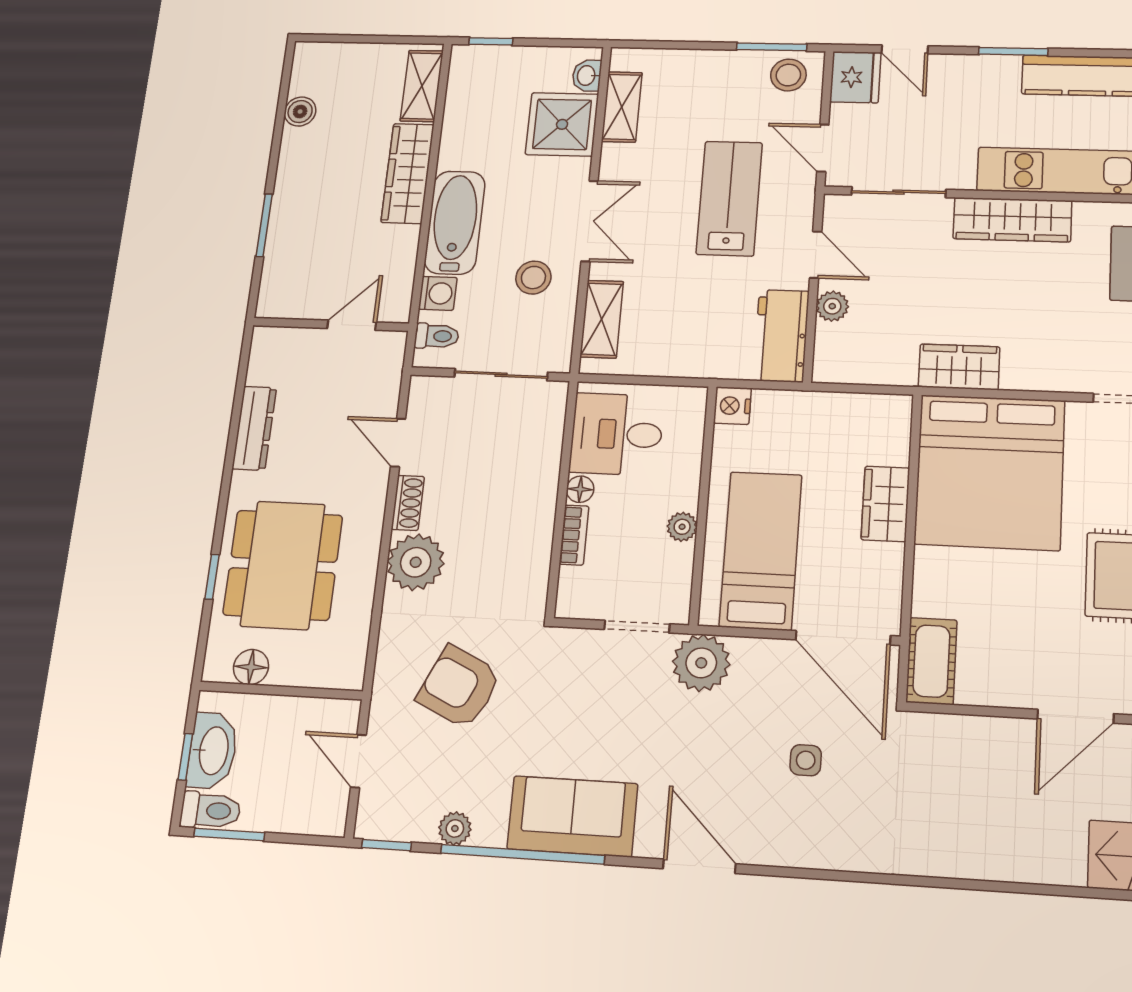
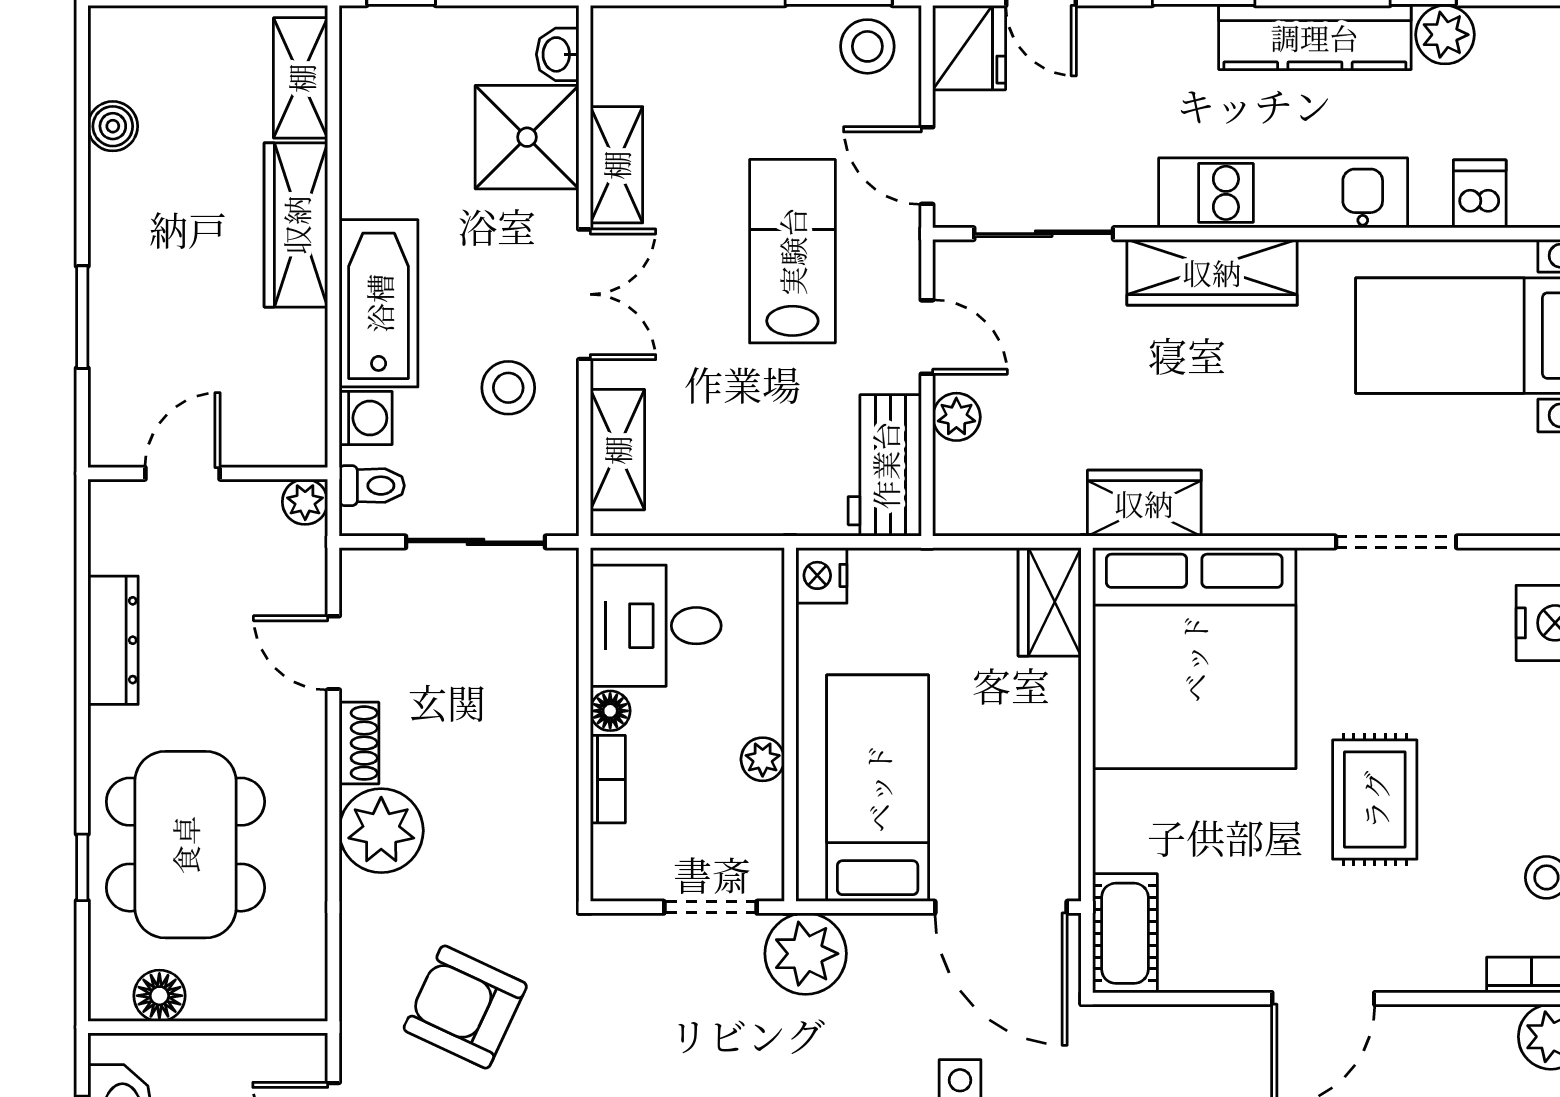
shelving: (622, 107) -> (616, 165), moved
door: (352, 325) -> (182, 473), moved
plant: (392, 345) -> (305, 502), added
wardrobe: (885, 504) -> (1050, 602), moved

